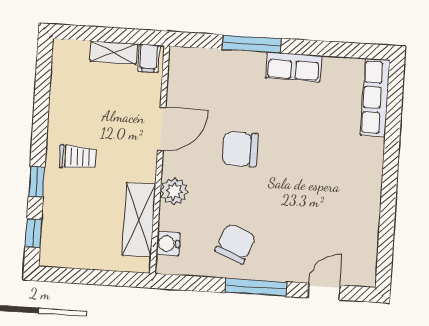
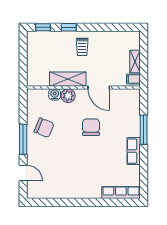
shelving: (139, 220) -> (68, 79), moved
water cooler: (168, 244) -> (55, 94), moved

